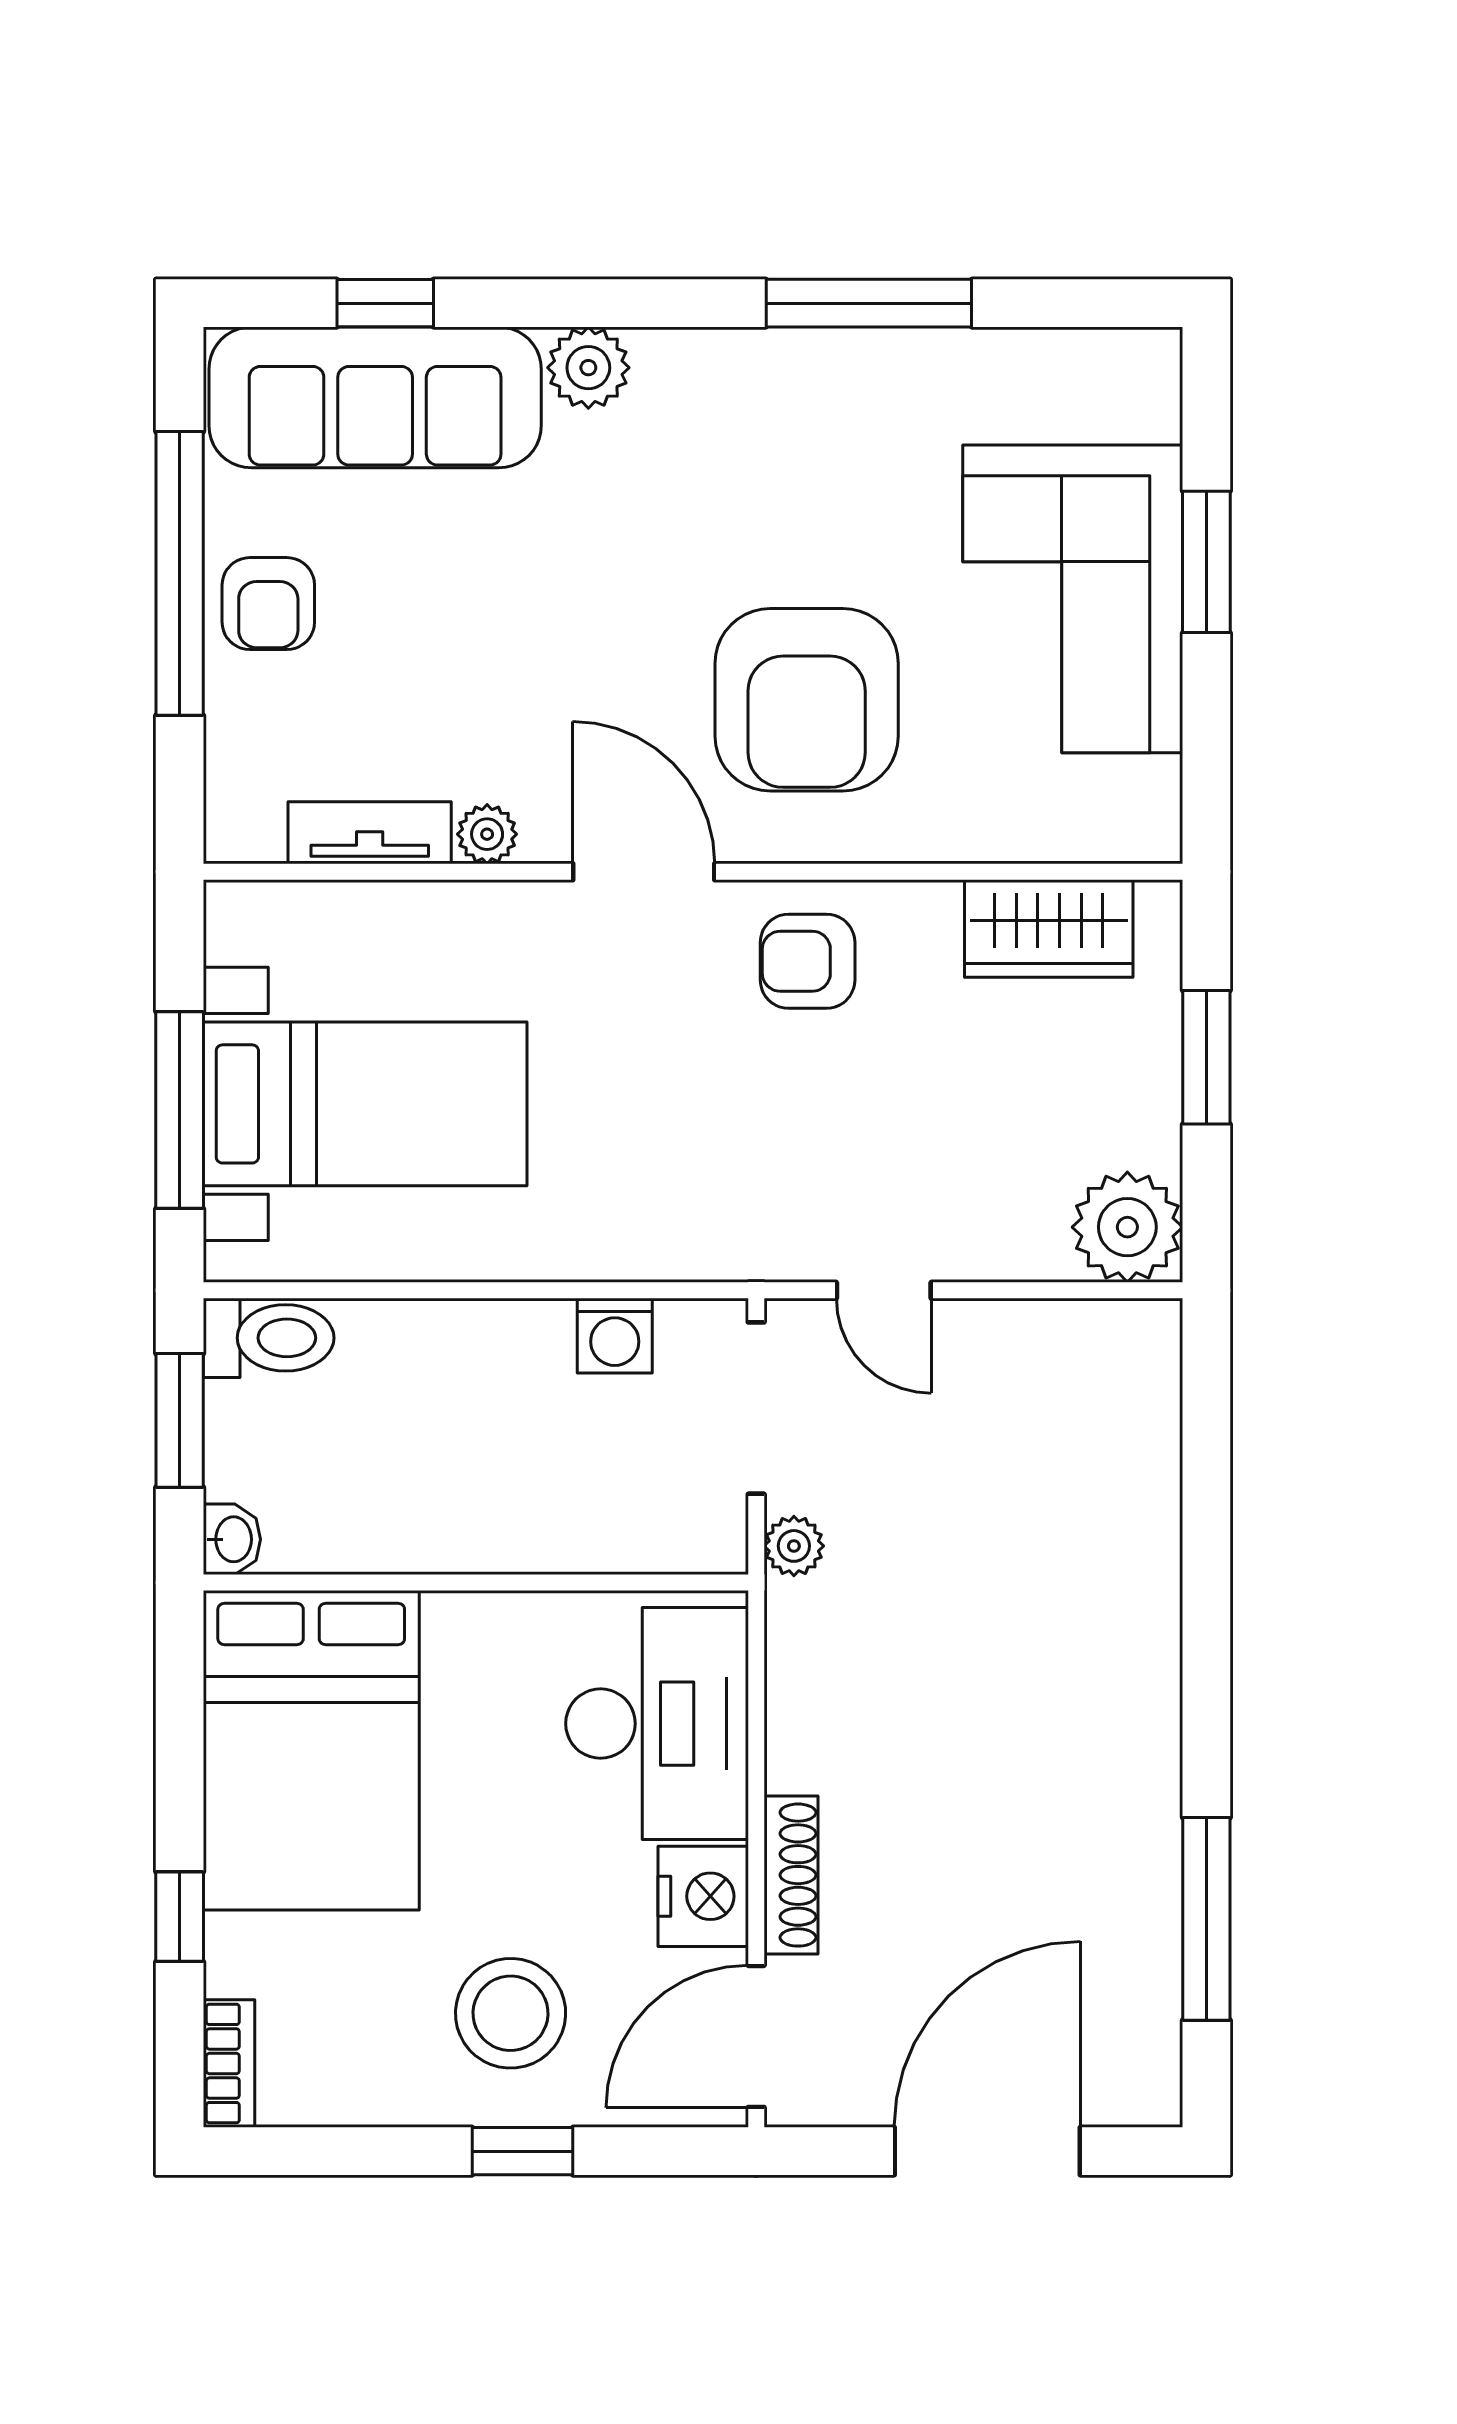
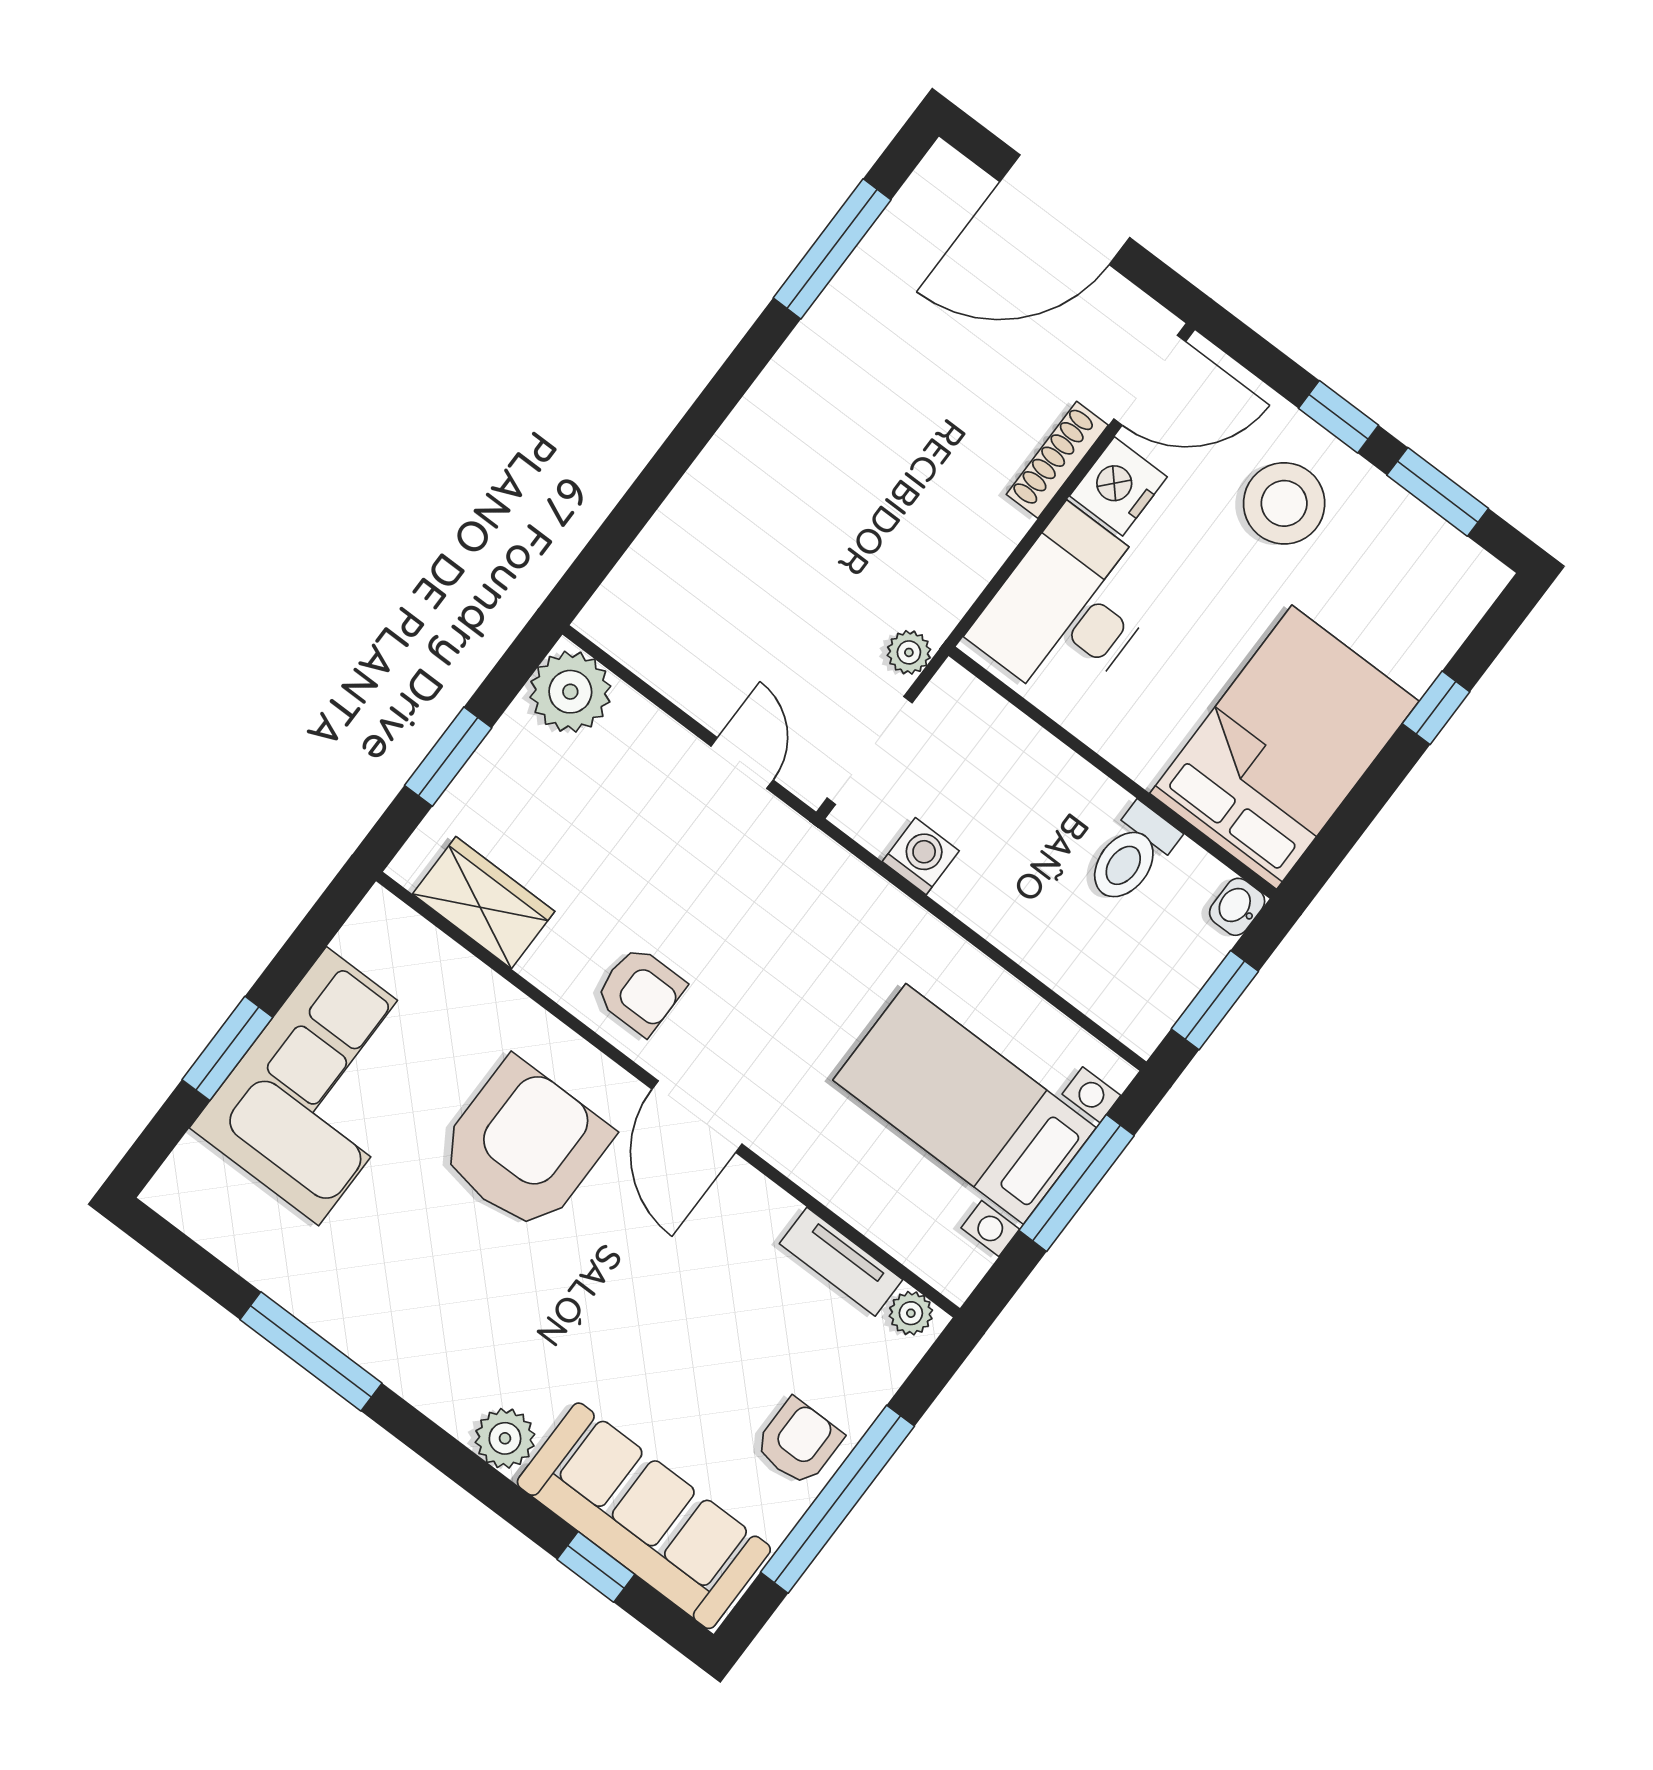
plant: (487, 834) -> (911, 1313), moved
toilet: (269, 1338) -> (1131, 855), moved, turned -90
bookcase: (229, 2063) -> (1472, 599), removed
window: (354, 2151) -> (1438, 492), added

